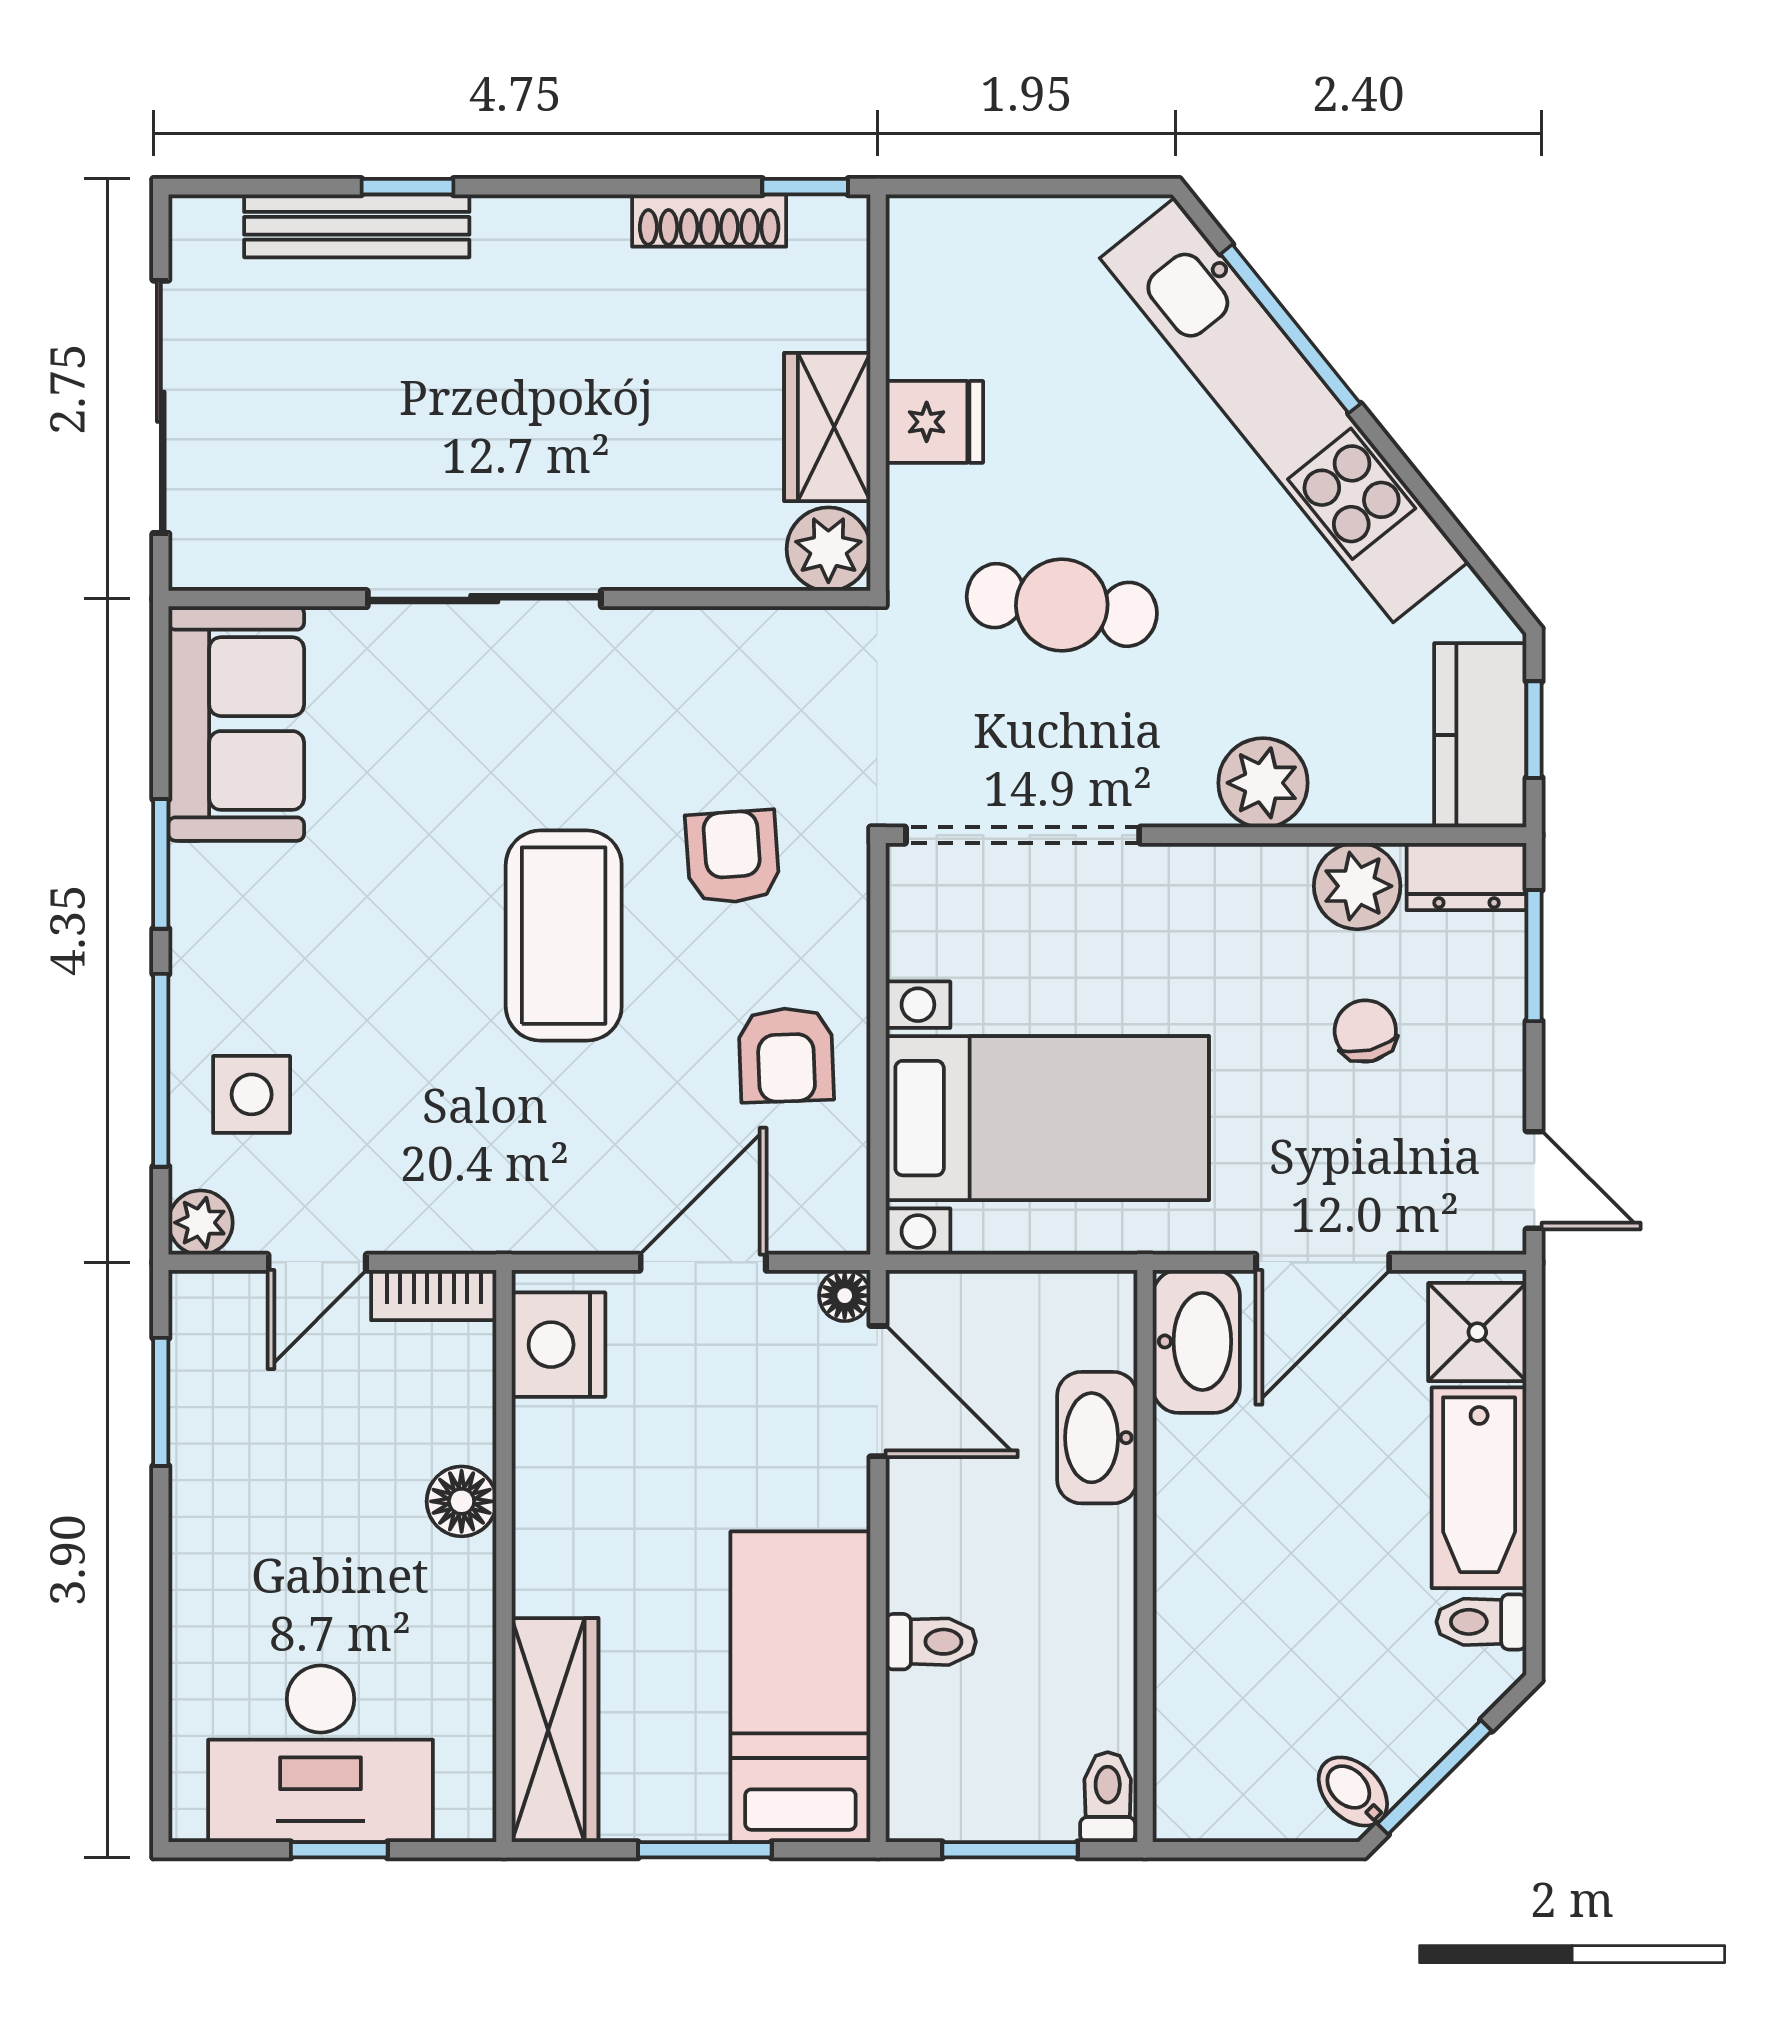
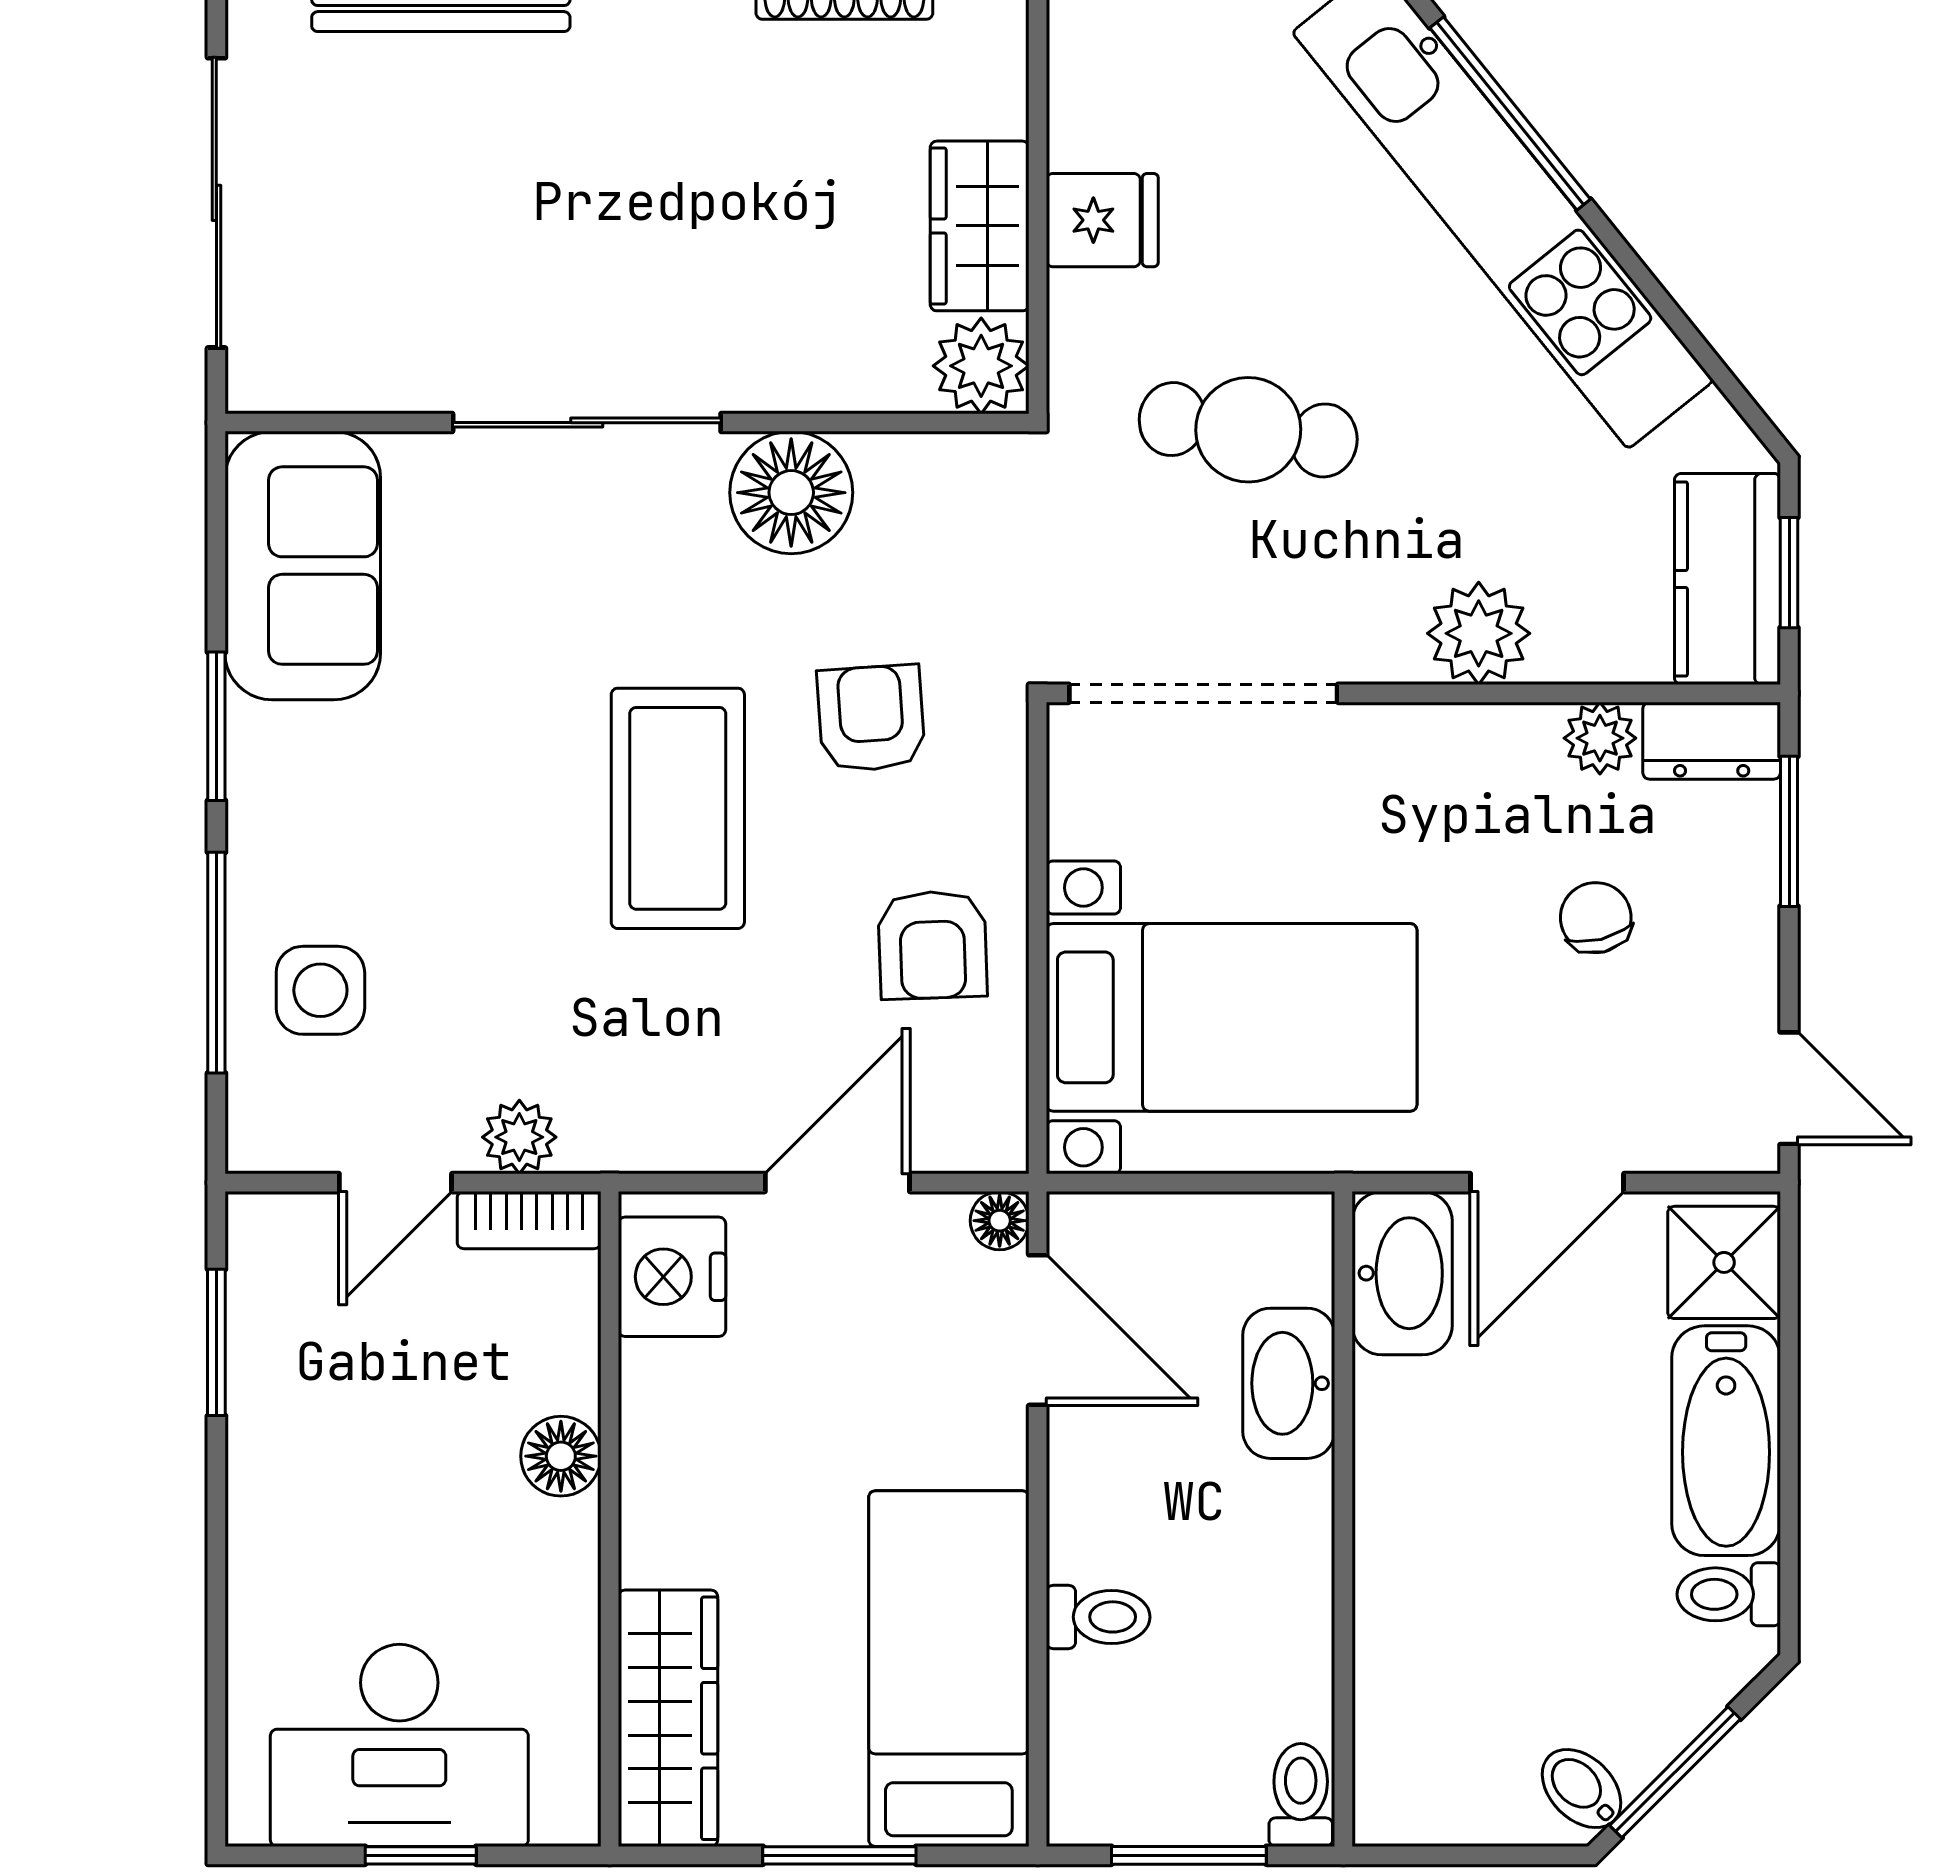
floor lamp: (663, 660) -> (791, 493), added
plant: (1357, 886) -> (1600, 738), width x0.73, depth x0.73
plant: (201, 1223) -> (519, 1137), moved

